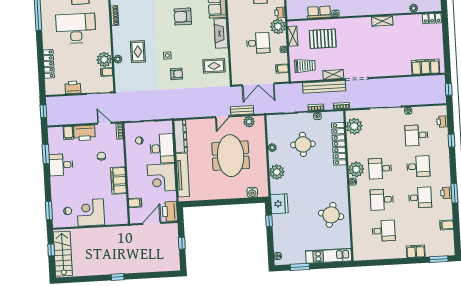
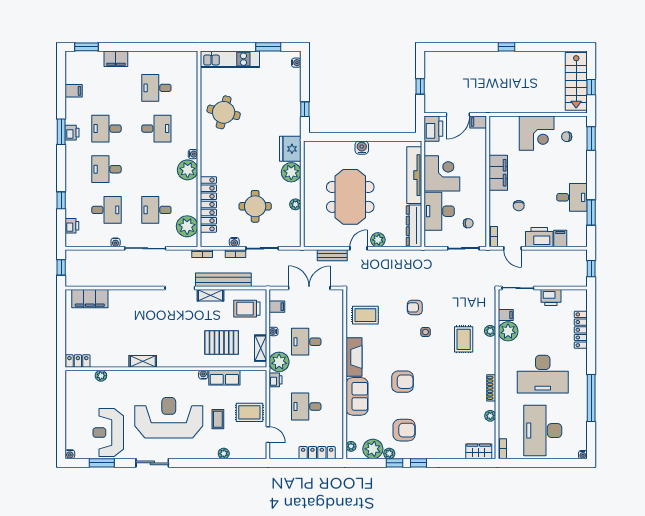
plant: (249, 122) -> (378, 240), moved
desk: (380, 169) -> (156, 210), moved, turned 180
water cooler: (252, 192) -> (362, 148), moved
filing cabinet: (135, 203) -> (478, 122), moved
fridge: (279, 204) -> (290, 149), moved

